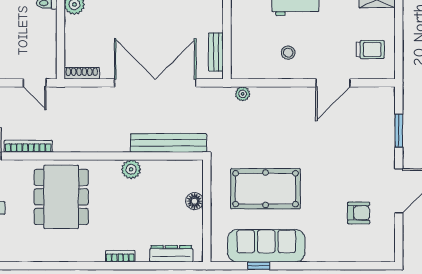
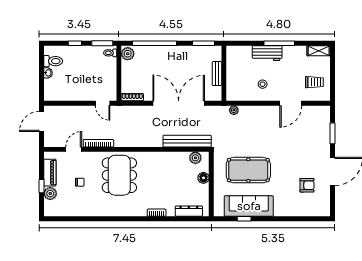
bench: (216, 52) -> (217, 74), moved
plant: (131, 169) -> (195, 158), moved

